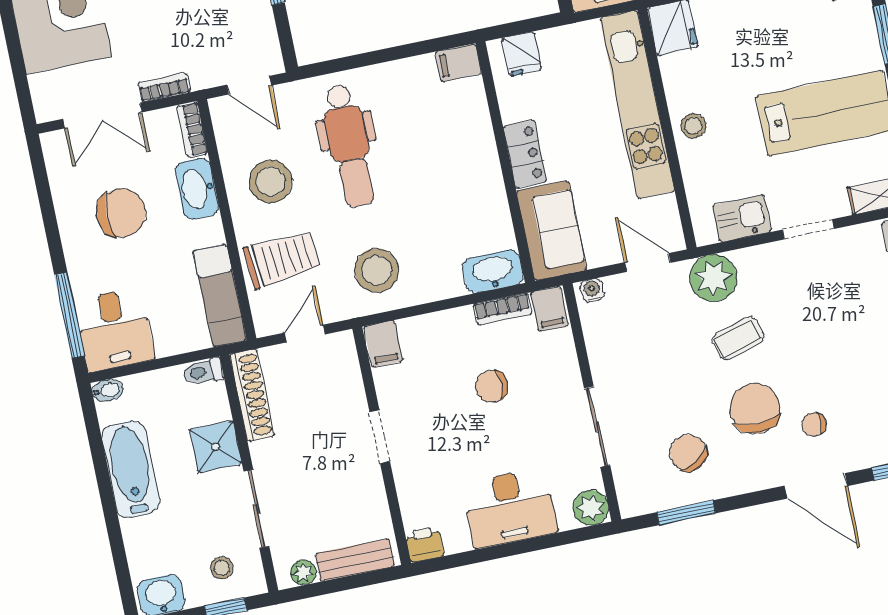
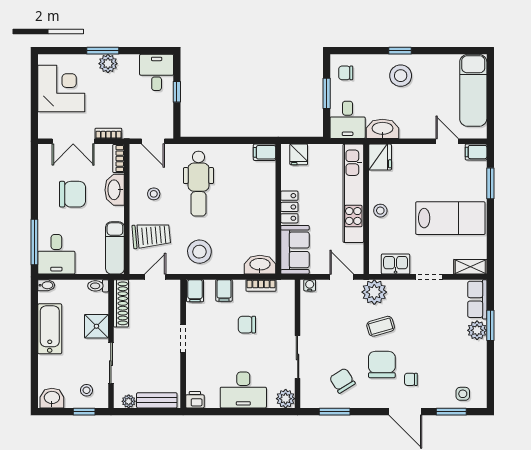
stool: (271, 181) -> (154, 194), width x0.53, depth x0.53
filing cabinet: (549, 309) -> (224, 290), moved

